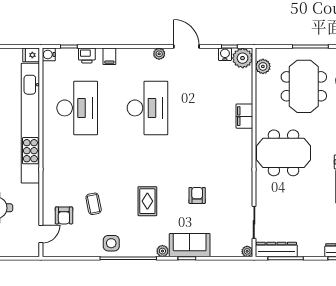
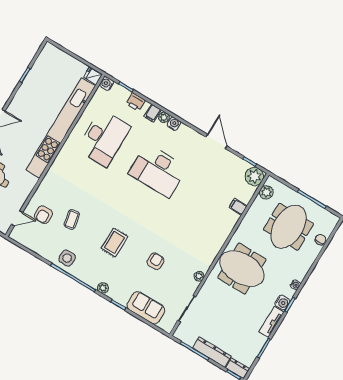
plant: (159, 54) -> (164, 117), moved
water cooler: (225, 54) -> (174, 124), moved
desk: (147, 108) -> (158, 171), turned 90
filing cabinet: (244, 116) -> (238, 207), moved, width x0.50
sofa: (190, 245) -> (146, 308), moved
dresser: (276, 249) -> (212, 352), moved
plant: (247, 251) -> (199, 276), moved

